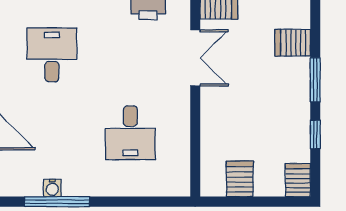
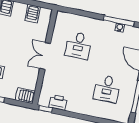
double door: (195, 58) -> (45, 56), moved
desk: (130, 133) -> (78, 45), turned 180

